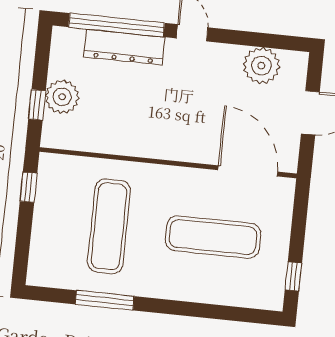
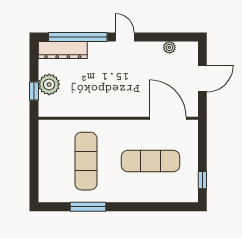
dresser: (124, 47) -> (63, 50), moved
plant: (261, 66) -> (169, 47), width x0.53, depth x0.53
window: (29, 187) -> (34, 142), removed

